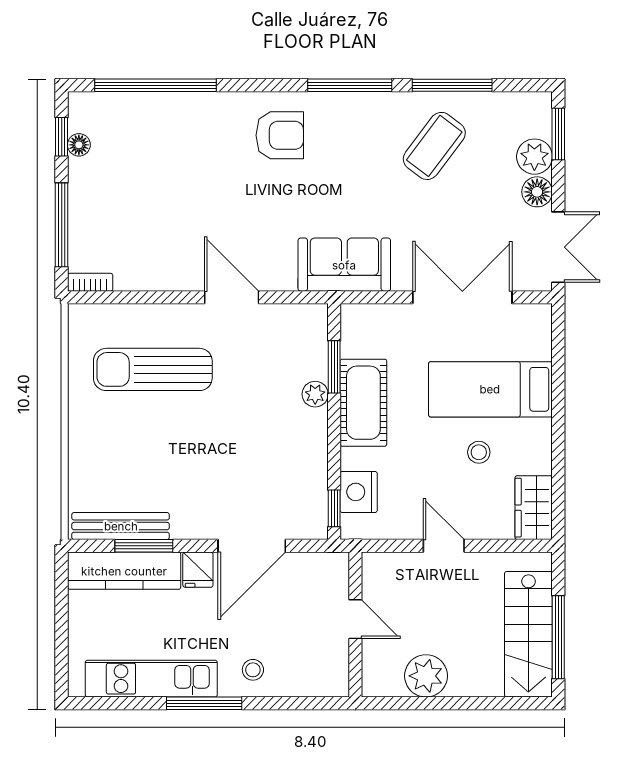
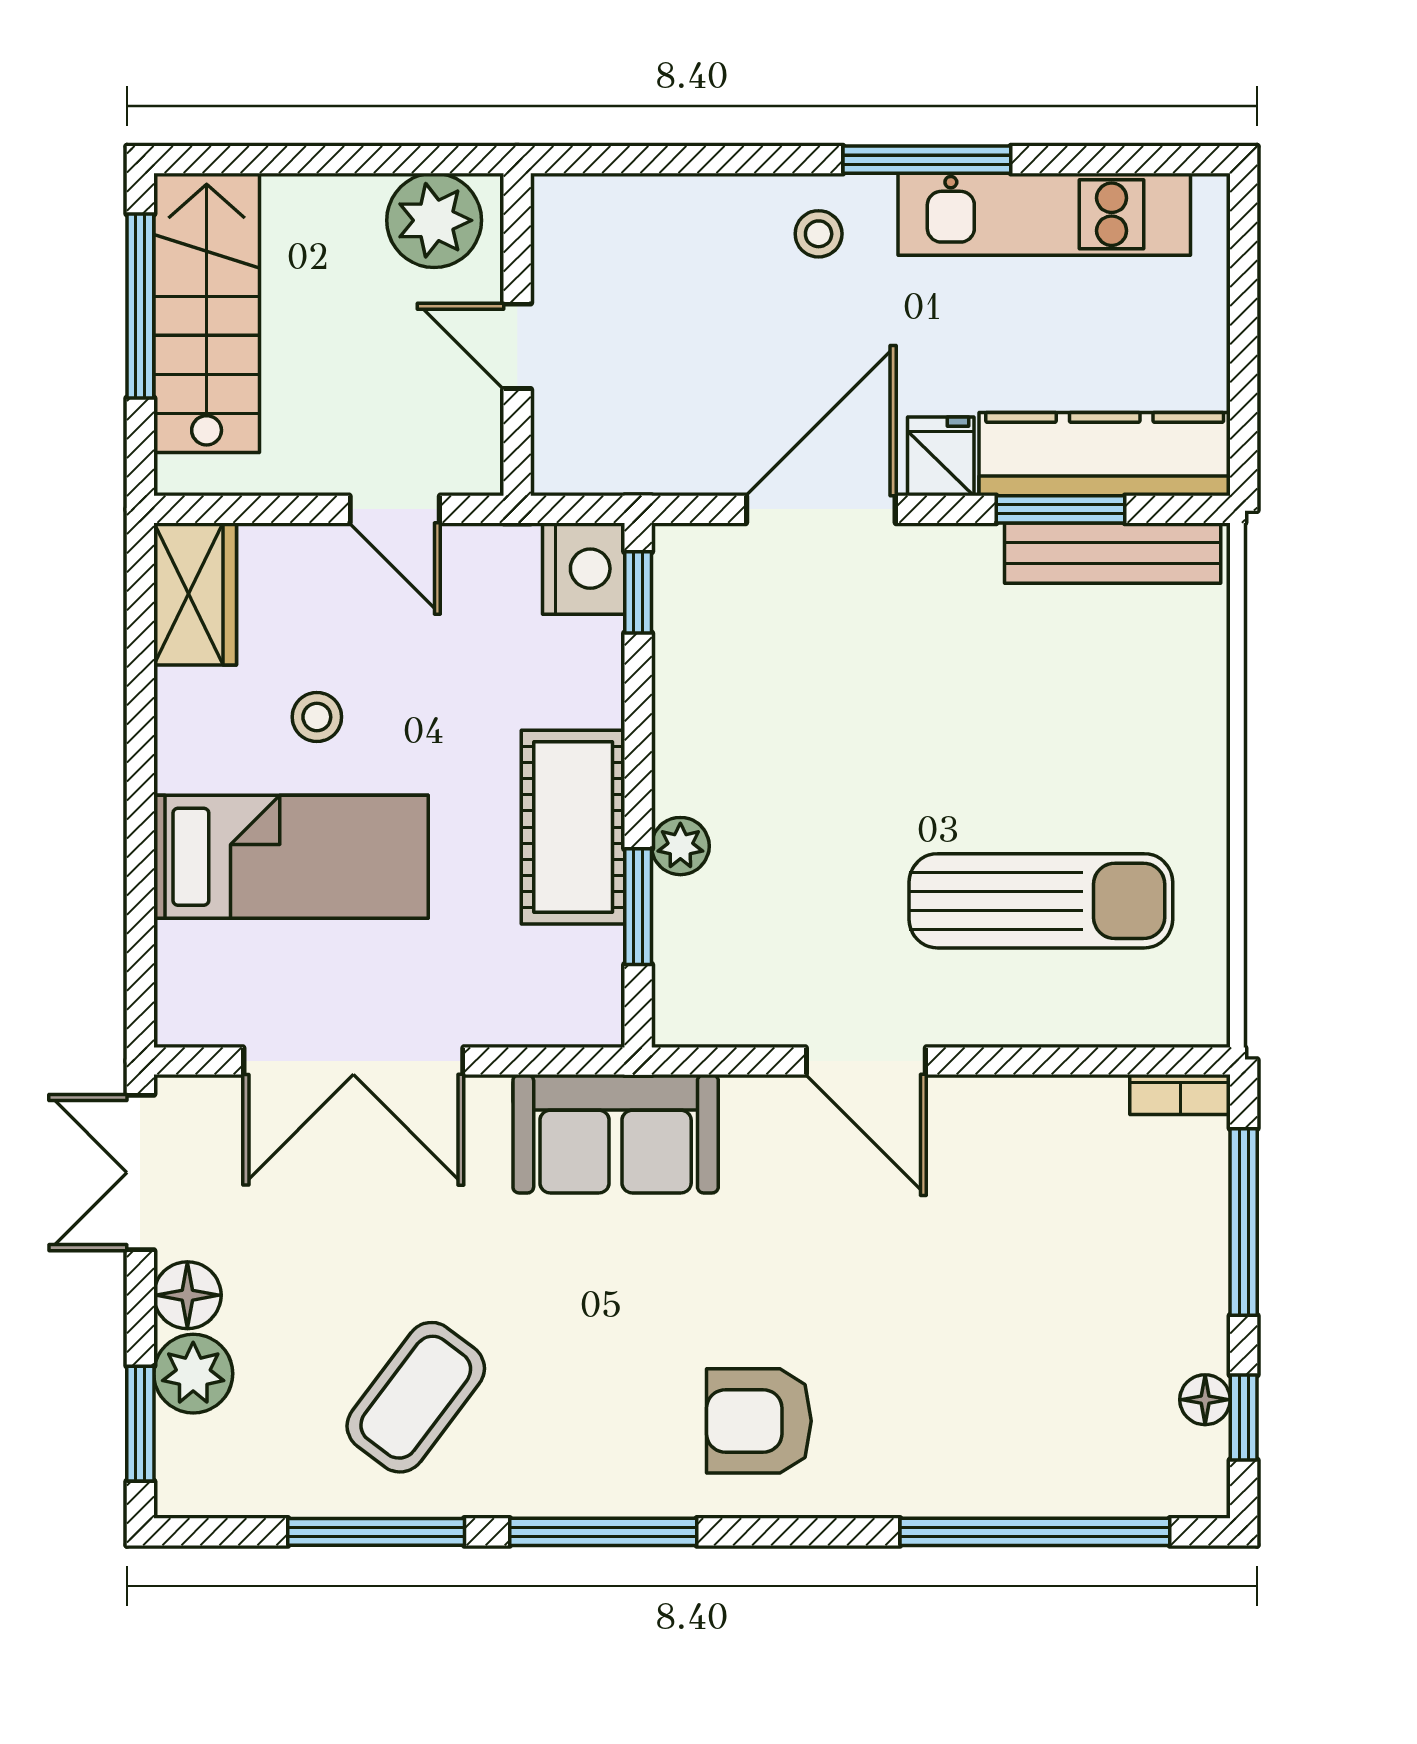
nightstand: (359, 492) -> (584, 569), moved
door: (355, 619) -> (517, 346), moved
wall: (355, 624) -> (517, 335), moved

